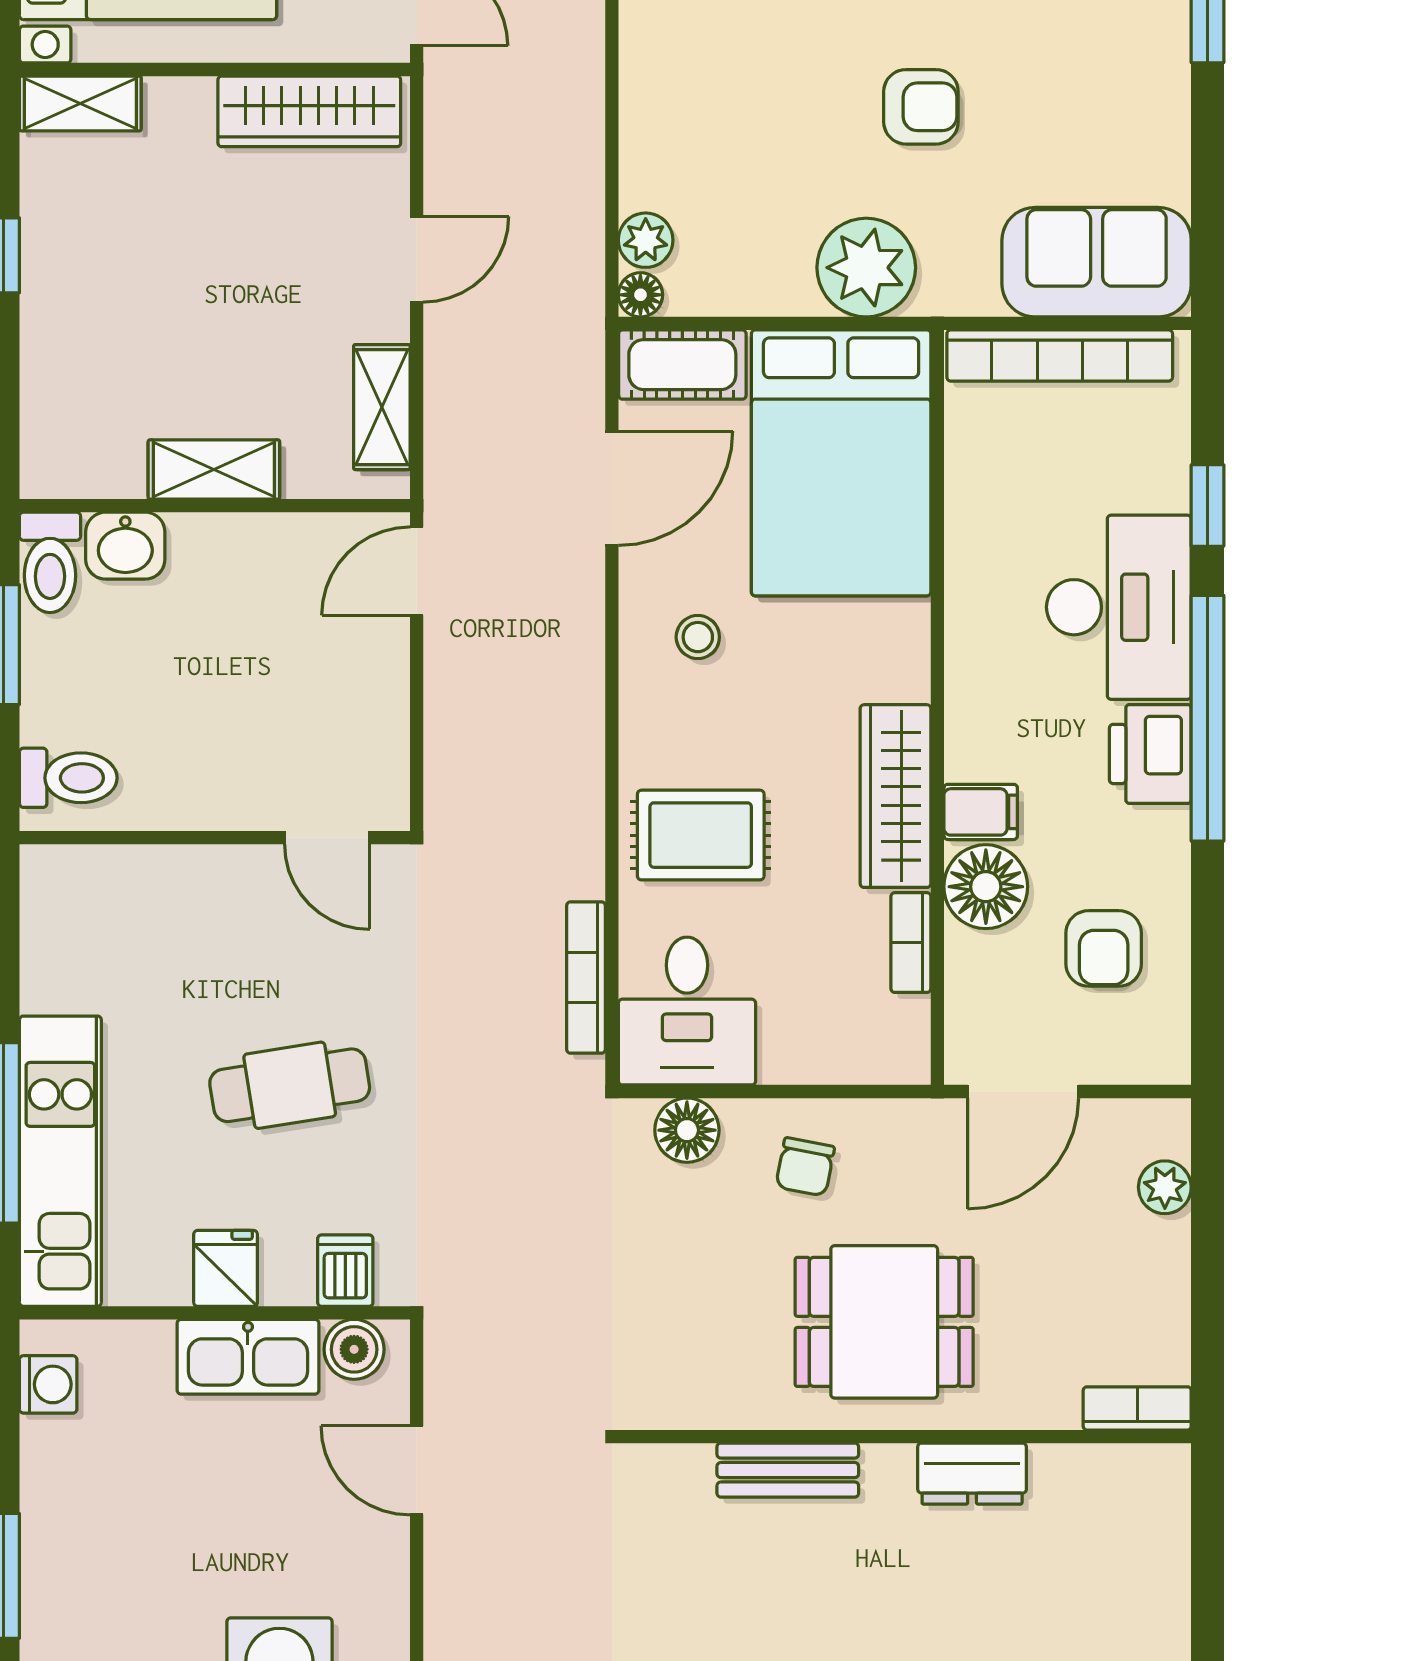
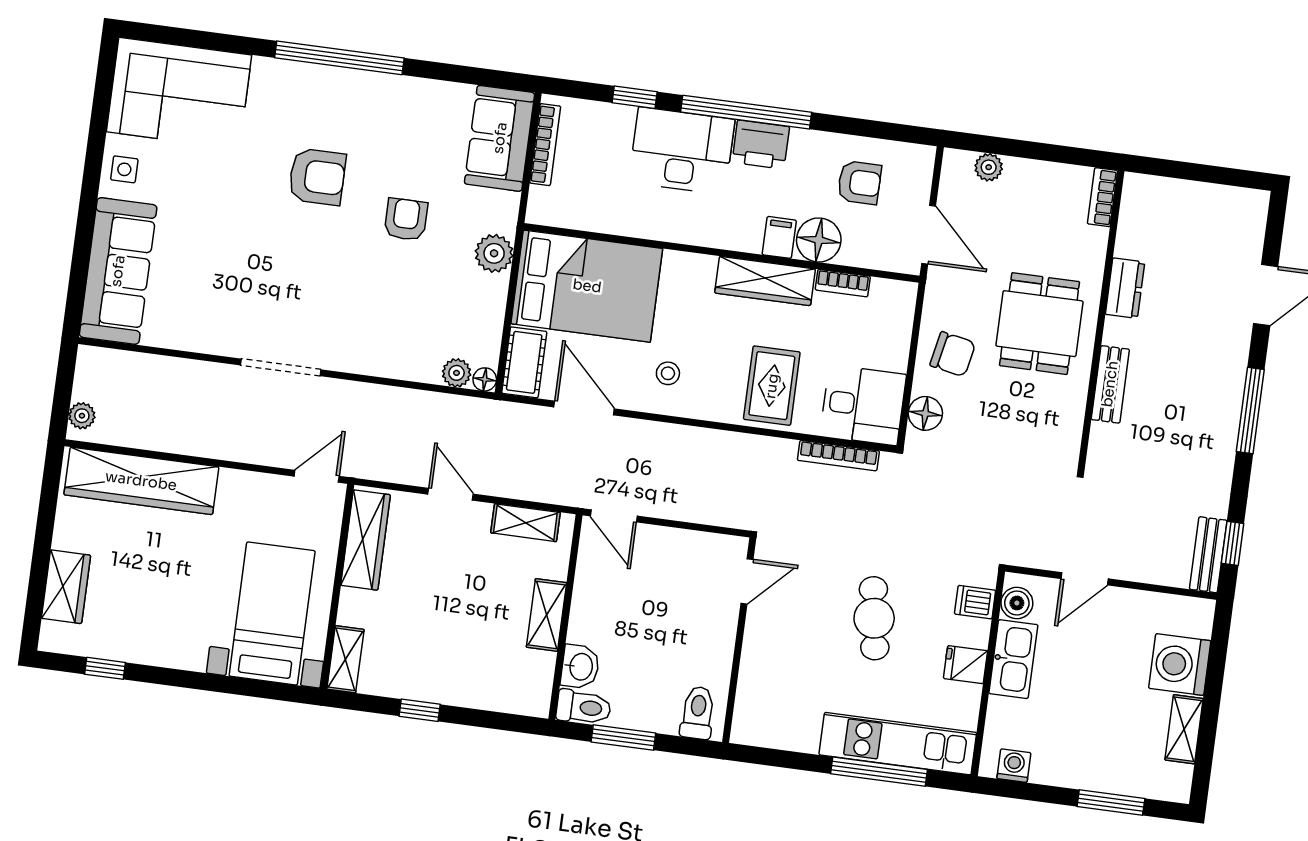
plant: (866, 268) -> (494, 253), width x0.73, depth x0.73
bookcase: (1060, 356) -> (545, 145), width x0.68, depth x0.76
chair: (805, 1167) -> (953, 354), width x1.37, depth x1.37

